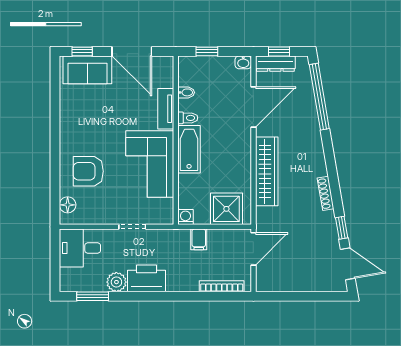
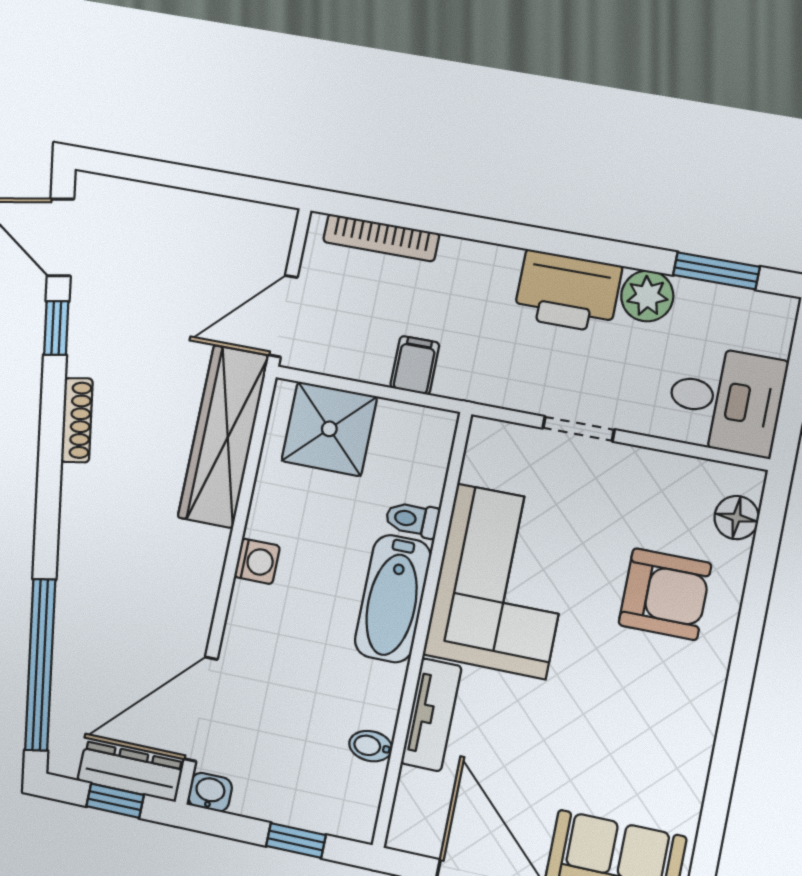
door: (253, 107) -> (201, 709), moved
toilet: (188, 118) -> (412, 519), moved
wardrobe: (267, 171) -> (223, 436), moved
washing machine: (185, 217) -> (257, 561), moved, turned -90

